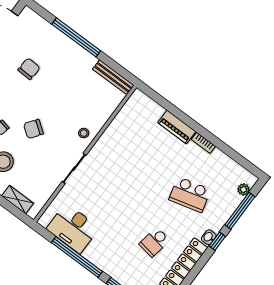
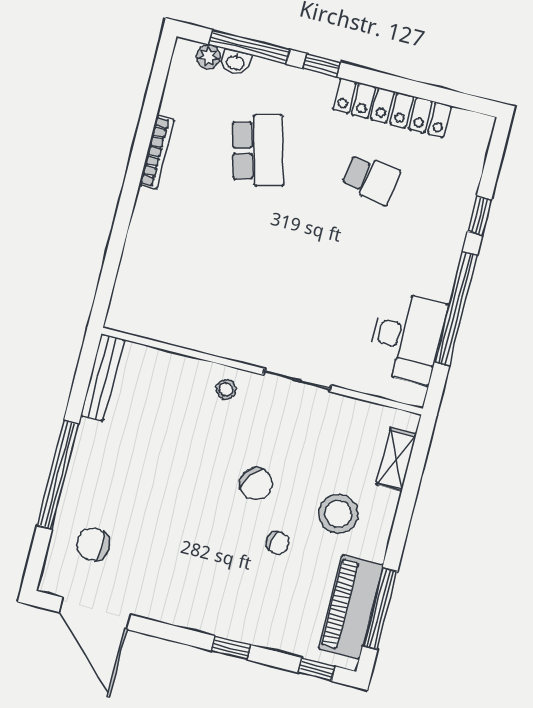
chair: (29, 69) -> (93, 544), moved
piano: (177, 127) -> (145, 225), removed
bookcase: (203, 143) -> (157, 152), width x1.56
washbasin: (209, 237) -> (236, 62), moved

